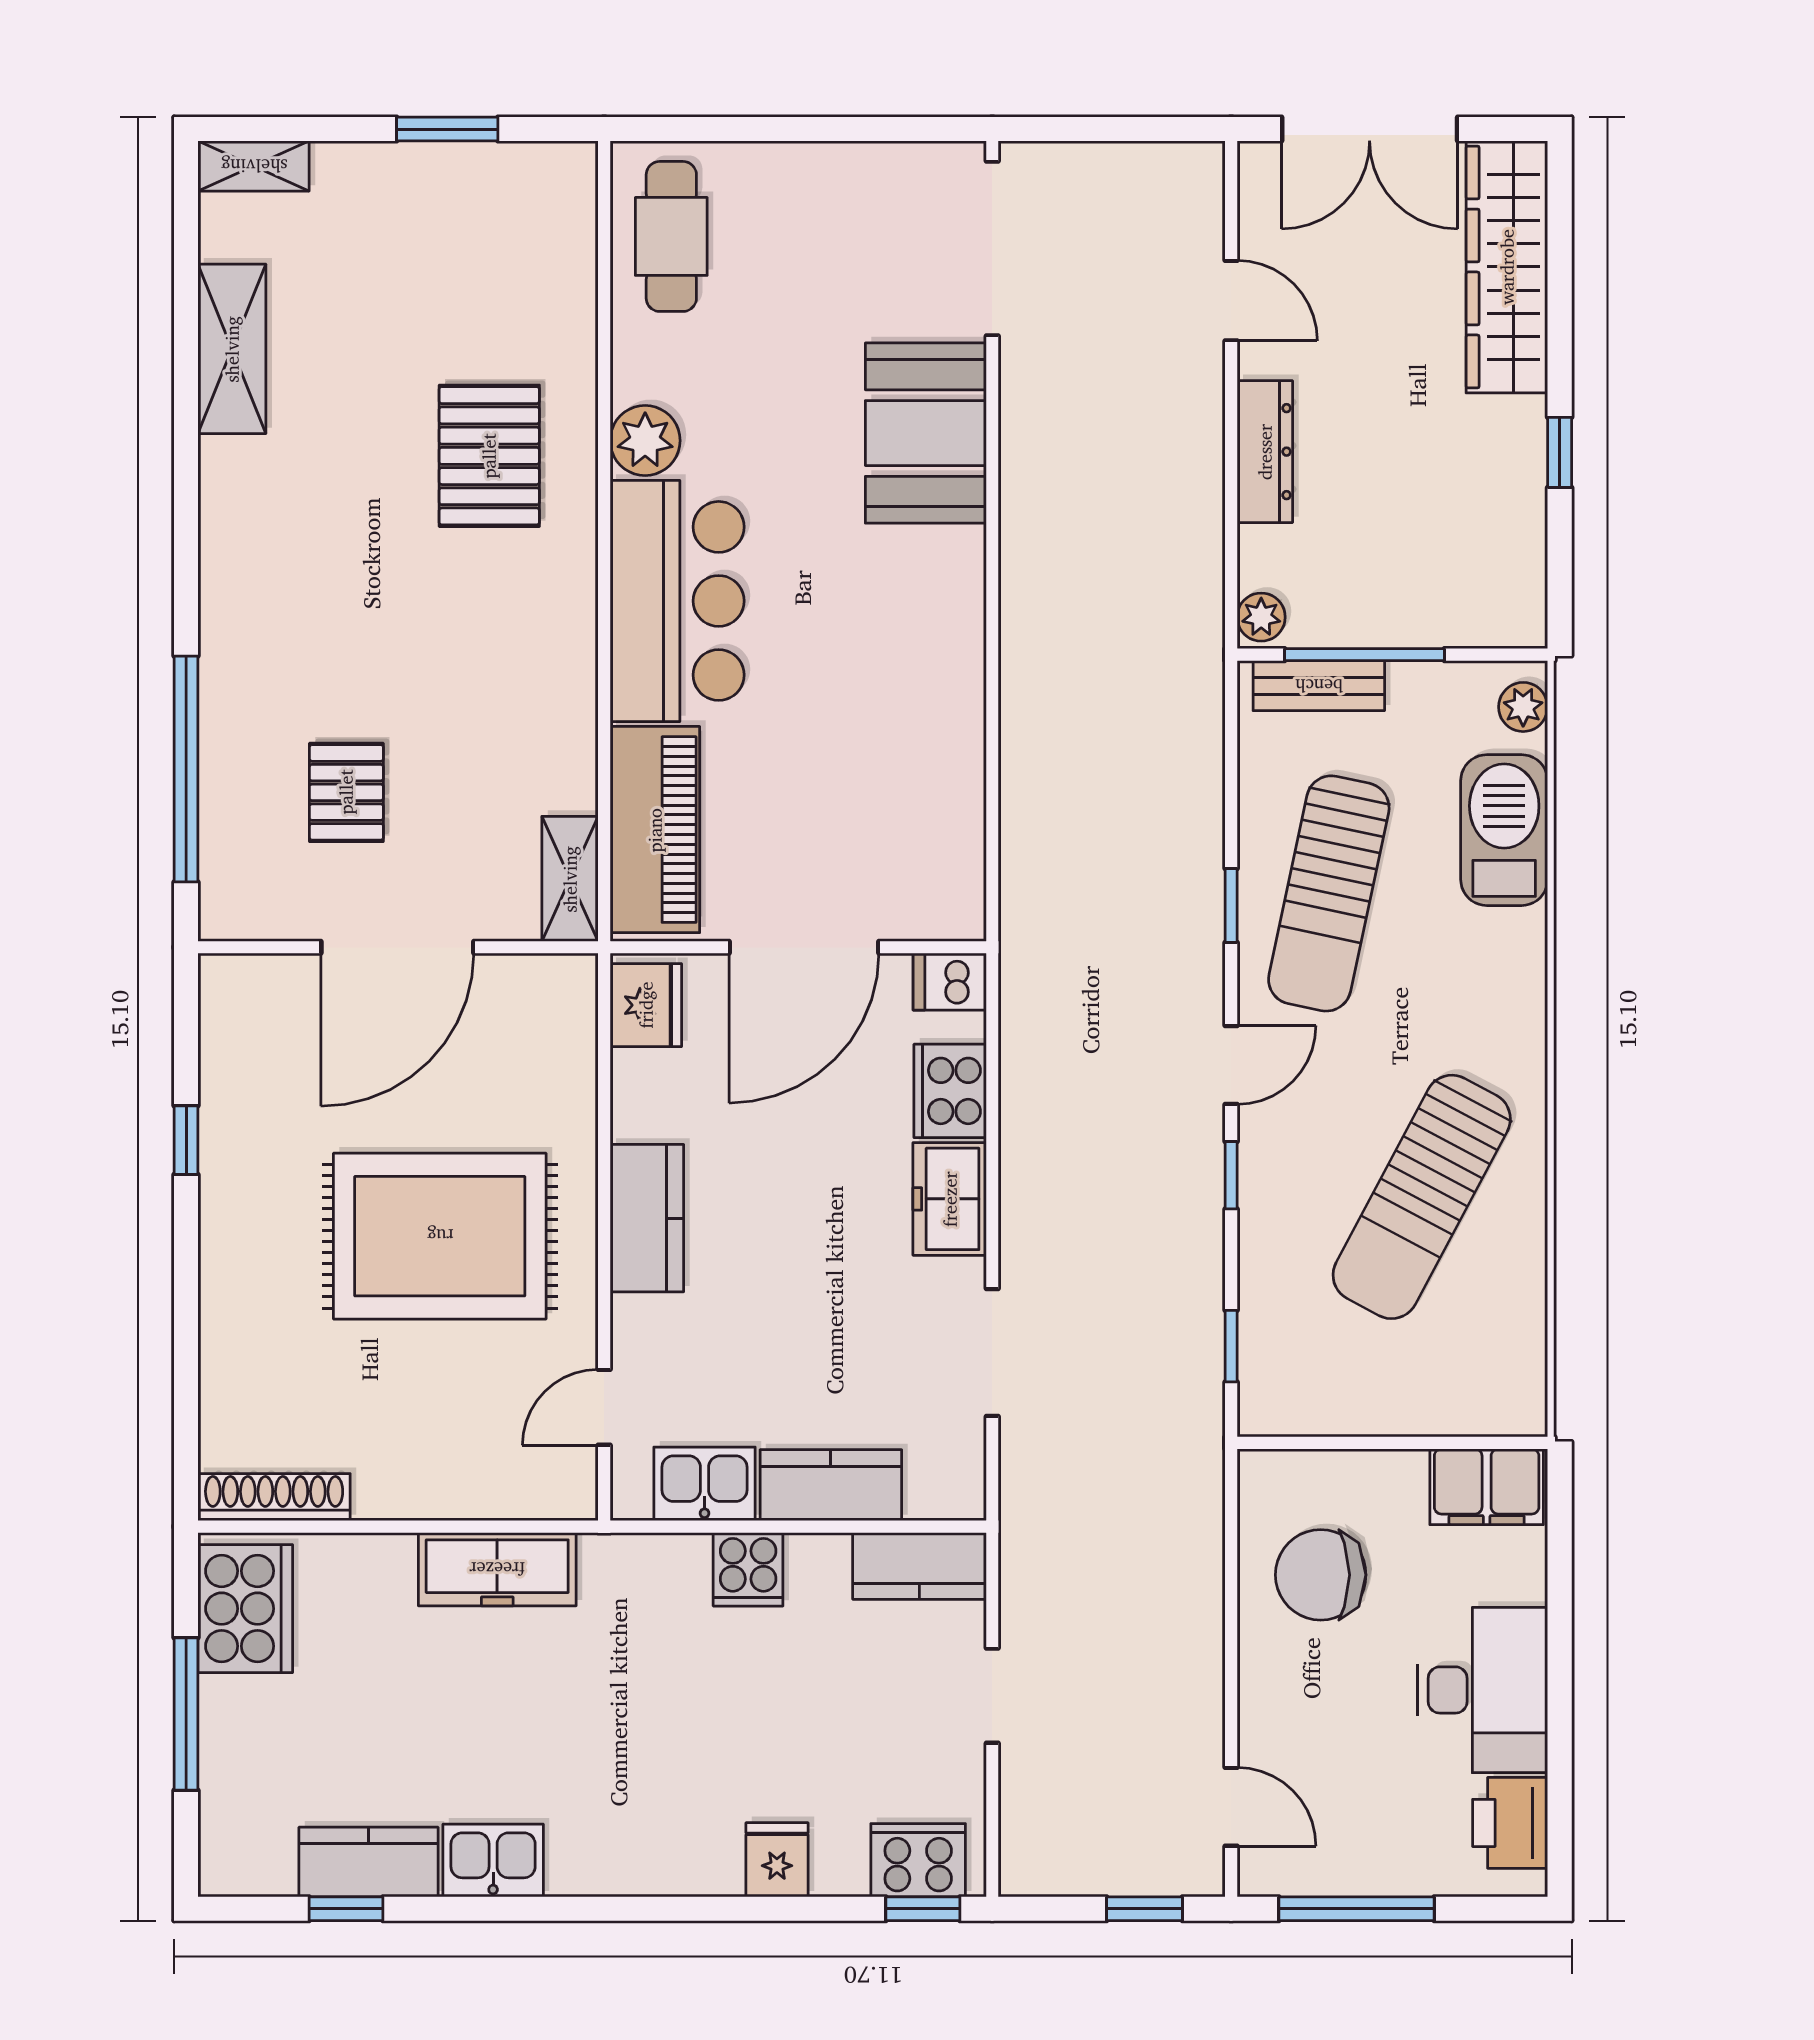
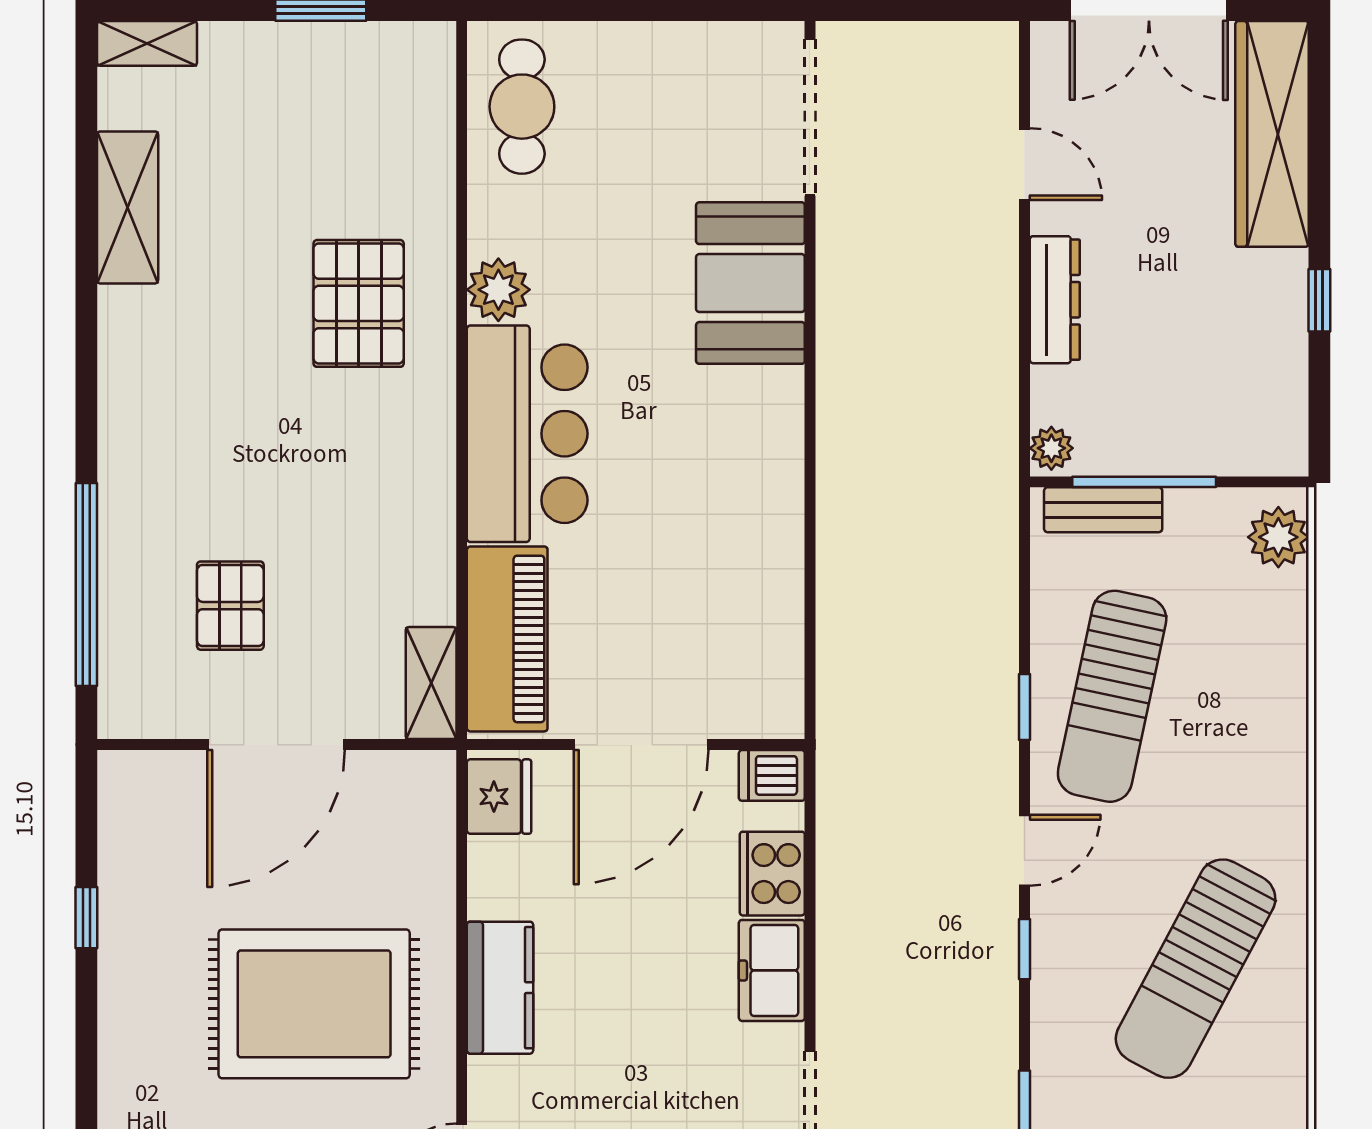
plant: (1523, 707) -> (1278, 537), width x1.38, depth x1.38
barbecue: (1504, 830) -> (1270, 639), removed

